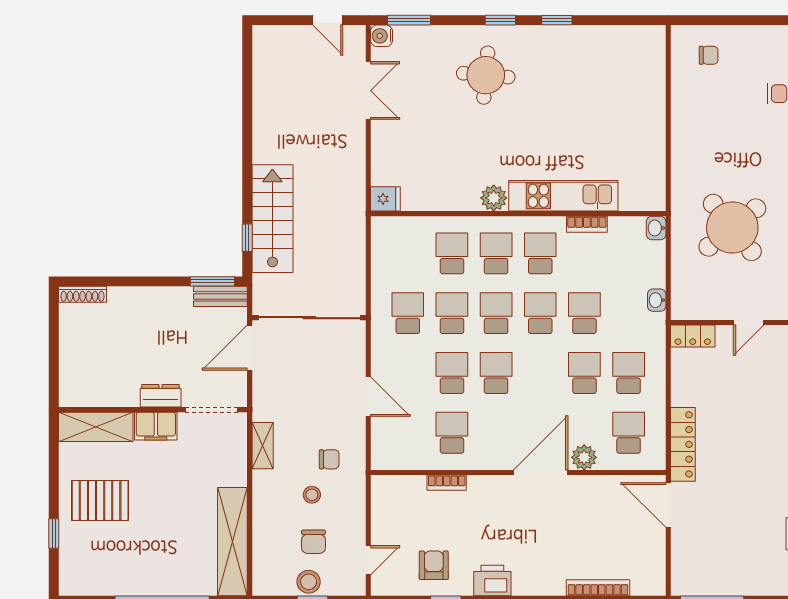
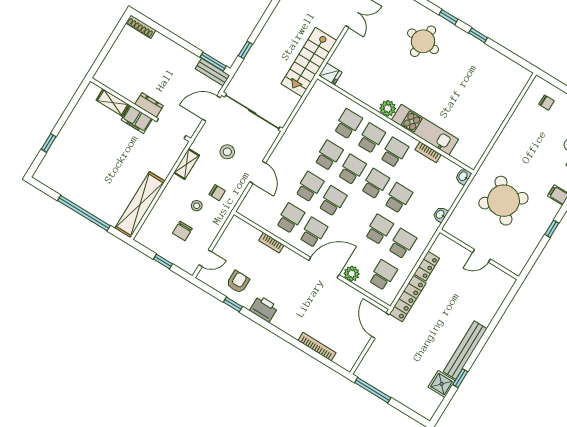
stairs: (272, 219) -> (309, 62), moved, turned 180
school desk: (408, 313) -> (313, 232), moved
locker: (693, 336) -> (427, 266), moved, turned -90
shelving: (96, 427) -> (113, 102), width x0.67, depth x0.75
pallet: (100, 500) -> (84, 141), removed
stool: (309, 582) -> (227, 152), moved

